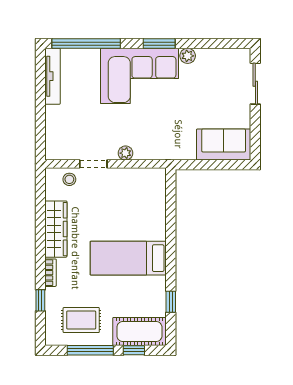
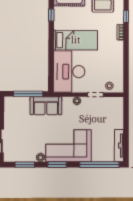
window: (214, 44) -> (25, 165), added
sofa: (224, 145) -> (46, 106), moved
window: (210, 165) -> (28, 94), added
desk: (139, 204) -> (69, 72), added
wardrobe: (56, 229) -> (117, 57), removed

